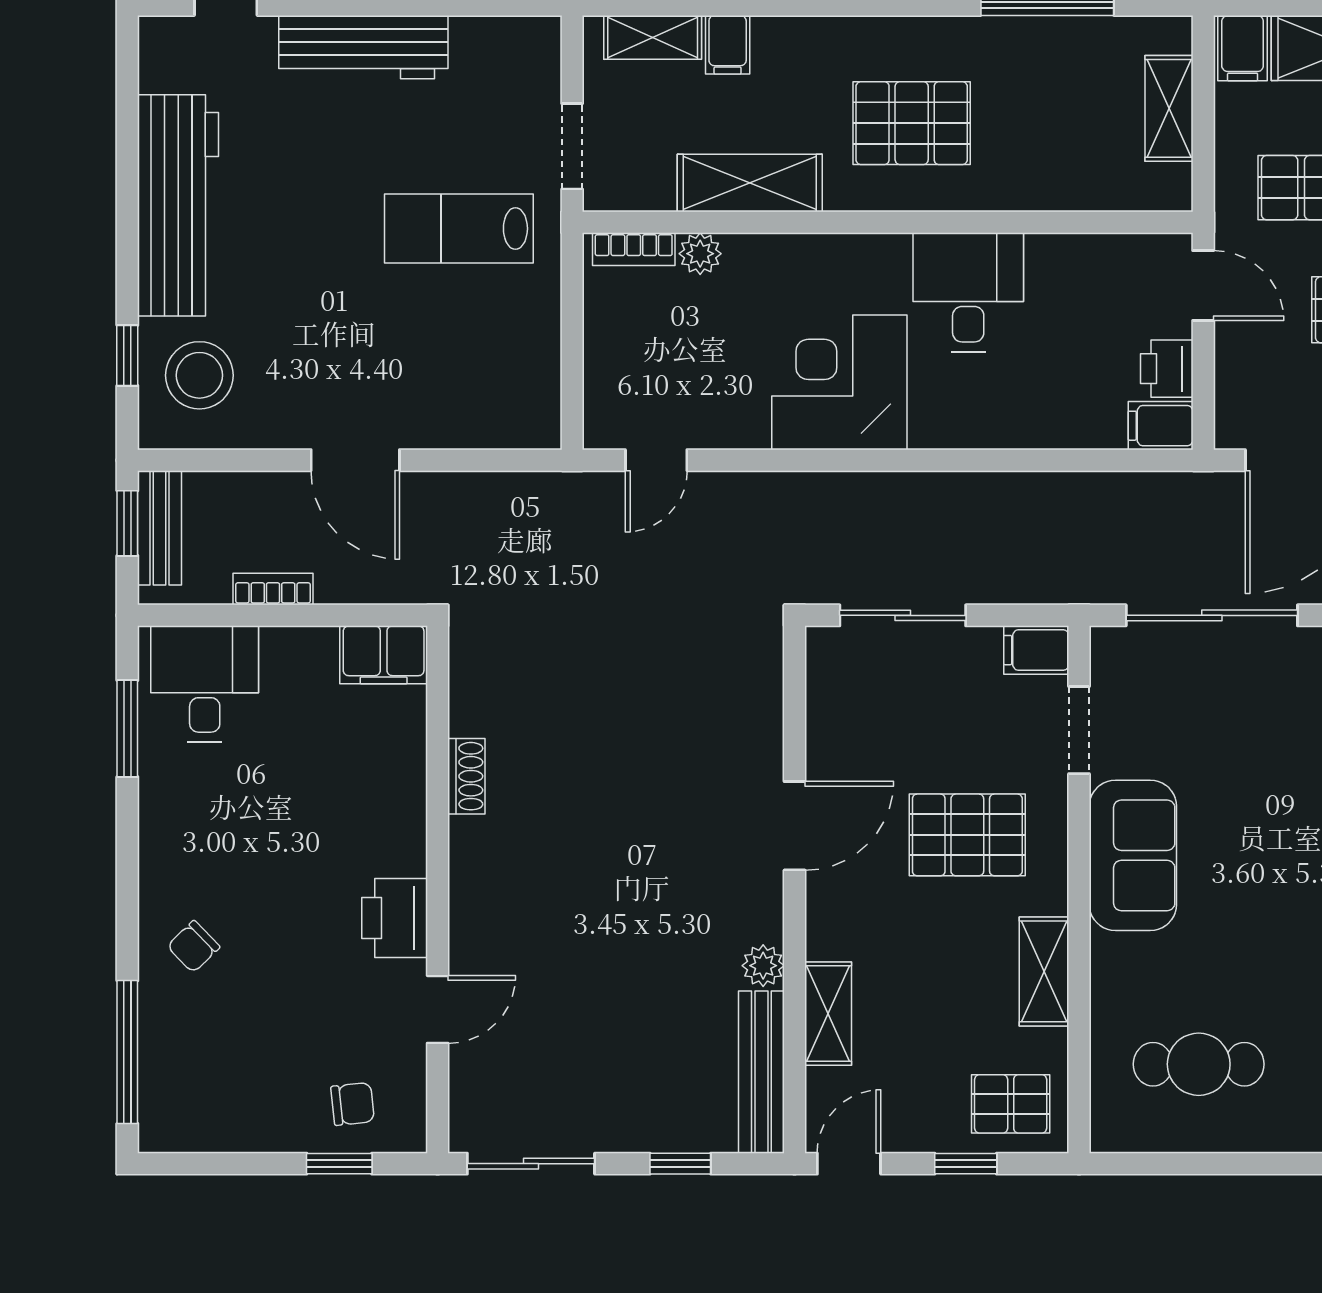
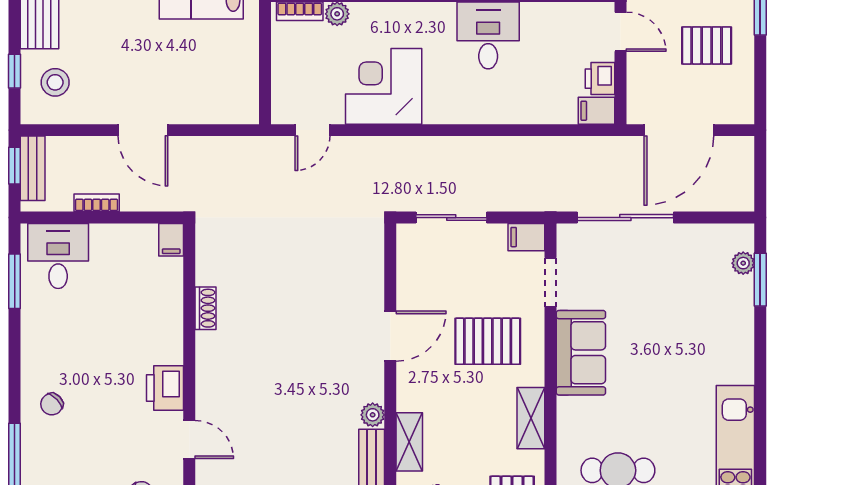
stool: (199, 375) -> (55, 82), width x0.73, depth x0.73
corner desk: (839, 382) -> (384, 86), moved
filing cabinet: (384, 655) -> (171, 240), width x0.50
door: (438, 1009) -> (189, 440), hinge flipped

